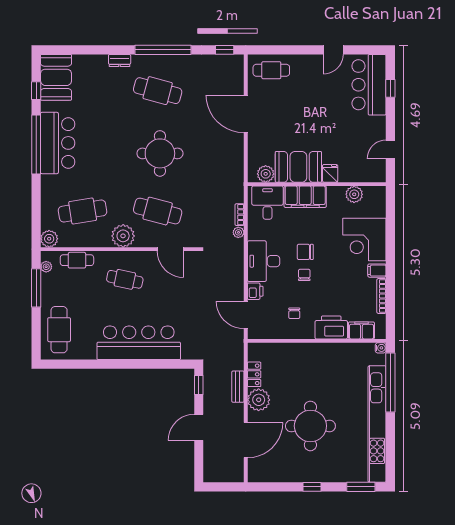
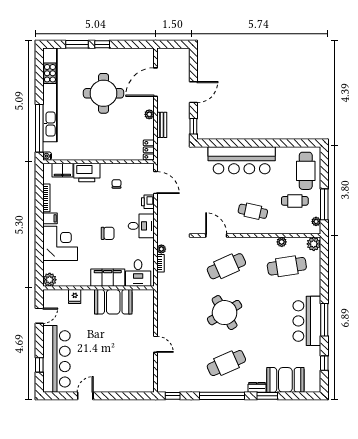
window: (107, 50) -> (267, 396), added
cafe table: (271, 70) -> (135, 379), removed
booth: (56, 77) -> (285, 380), moved, turned 90
bar counter: (369, 85) -> (56, 359), width x1.36
cafe table: (158, 91) -> (226, 363), turned -39
door: (246, 114) -> (156, 344), width x0.53
window: (36, 144) -> (324, 320), width x0.68
round table: (160, 153) -> (225, 313), turned -31
fridge: (330, 173) -> (75, 297), moved
plant: (266, 174) -> (140, 296), removed
plant: (354, 194) -> (50, 280), moved
cafe table: (158, 211) -> (226, 266), turned -39
plant: (123, 236) -> (282, 242), moved, width x0.53, depth x0.53
cafe table: (77, 260) -> (295, 201), moved
desk: (264, 261) -> (141, 226), width x0.73
chair: (304, 275) -> (108, 215), removed
locker: (254, 374) -> (149, 150), moved
plant: (259, 400) -> (149, 114), width x0.53, depth x0.53
window: (361, 487) -> (77, 44), moved

